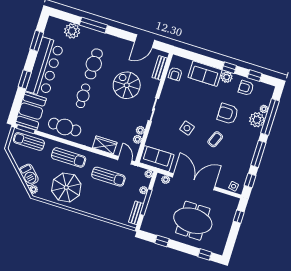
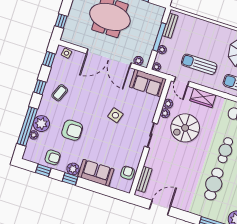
spiral stairs: (127, 85) -> (185, 128), moved, turned 90
coffee table: (215, 139) -> (60, 93), moved
window: (258, 154) -> (40, 87), width x0.46

